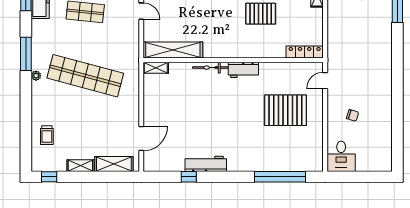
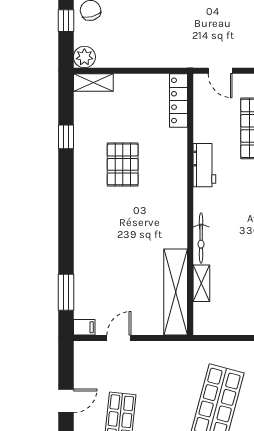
shelving: (156, 68) -> (201, 283), moved
workbench: (243, 70) -> (204, 165), moved

